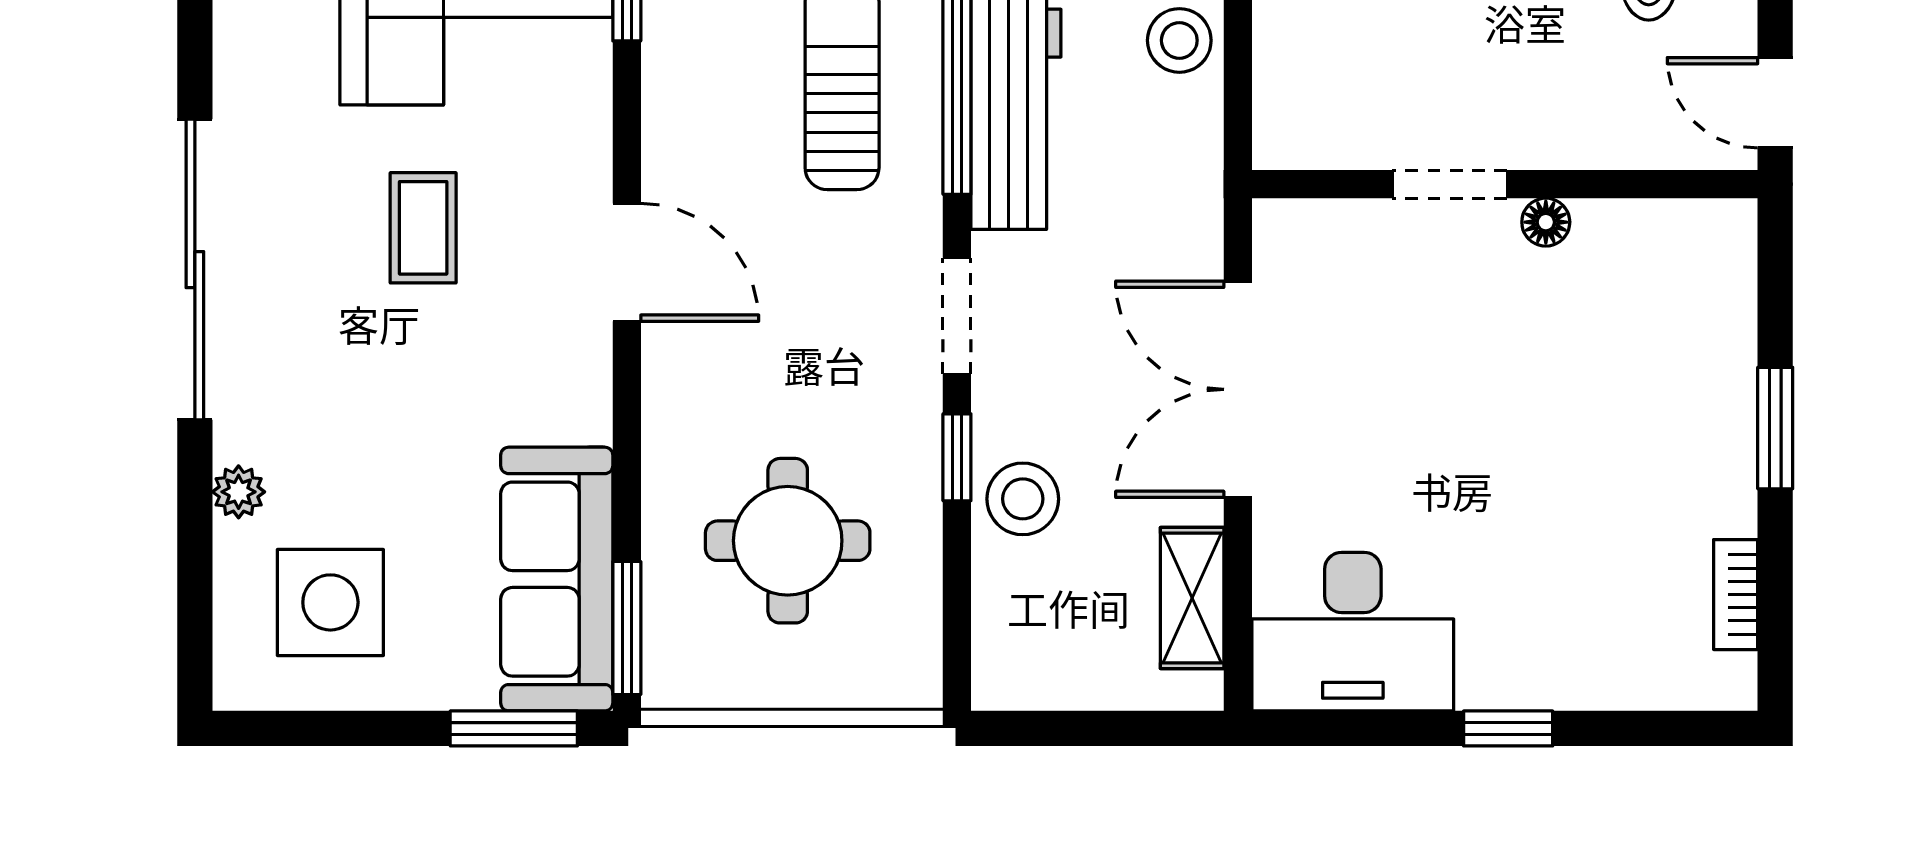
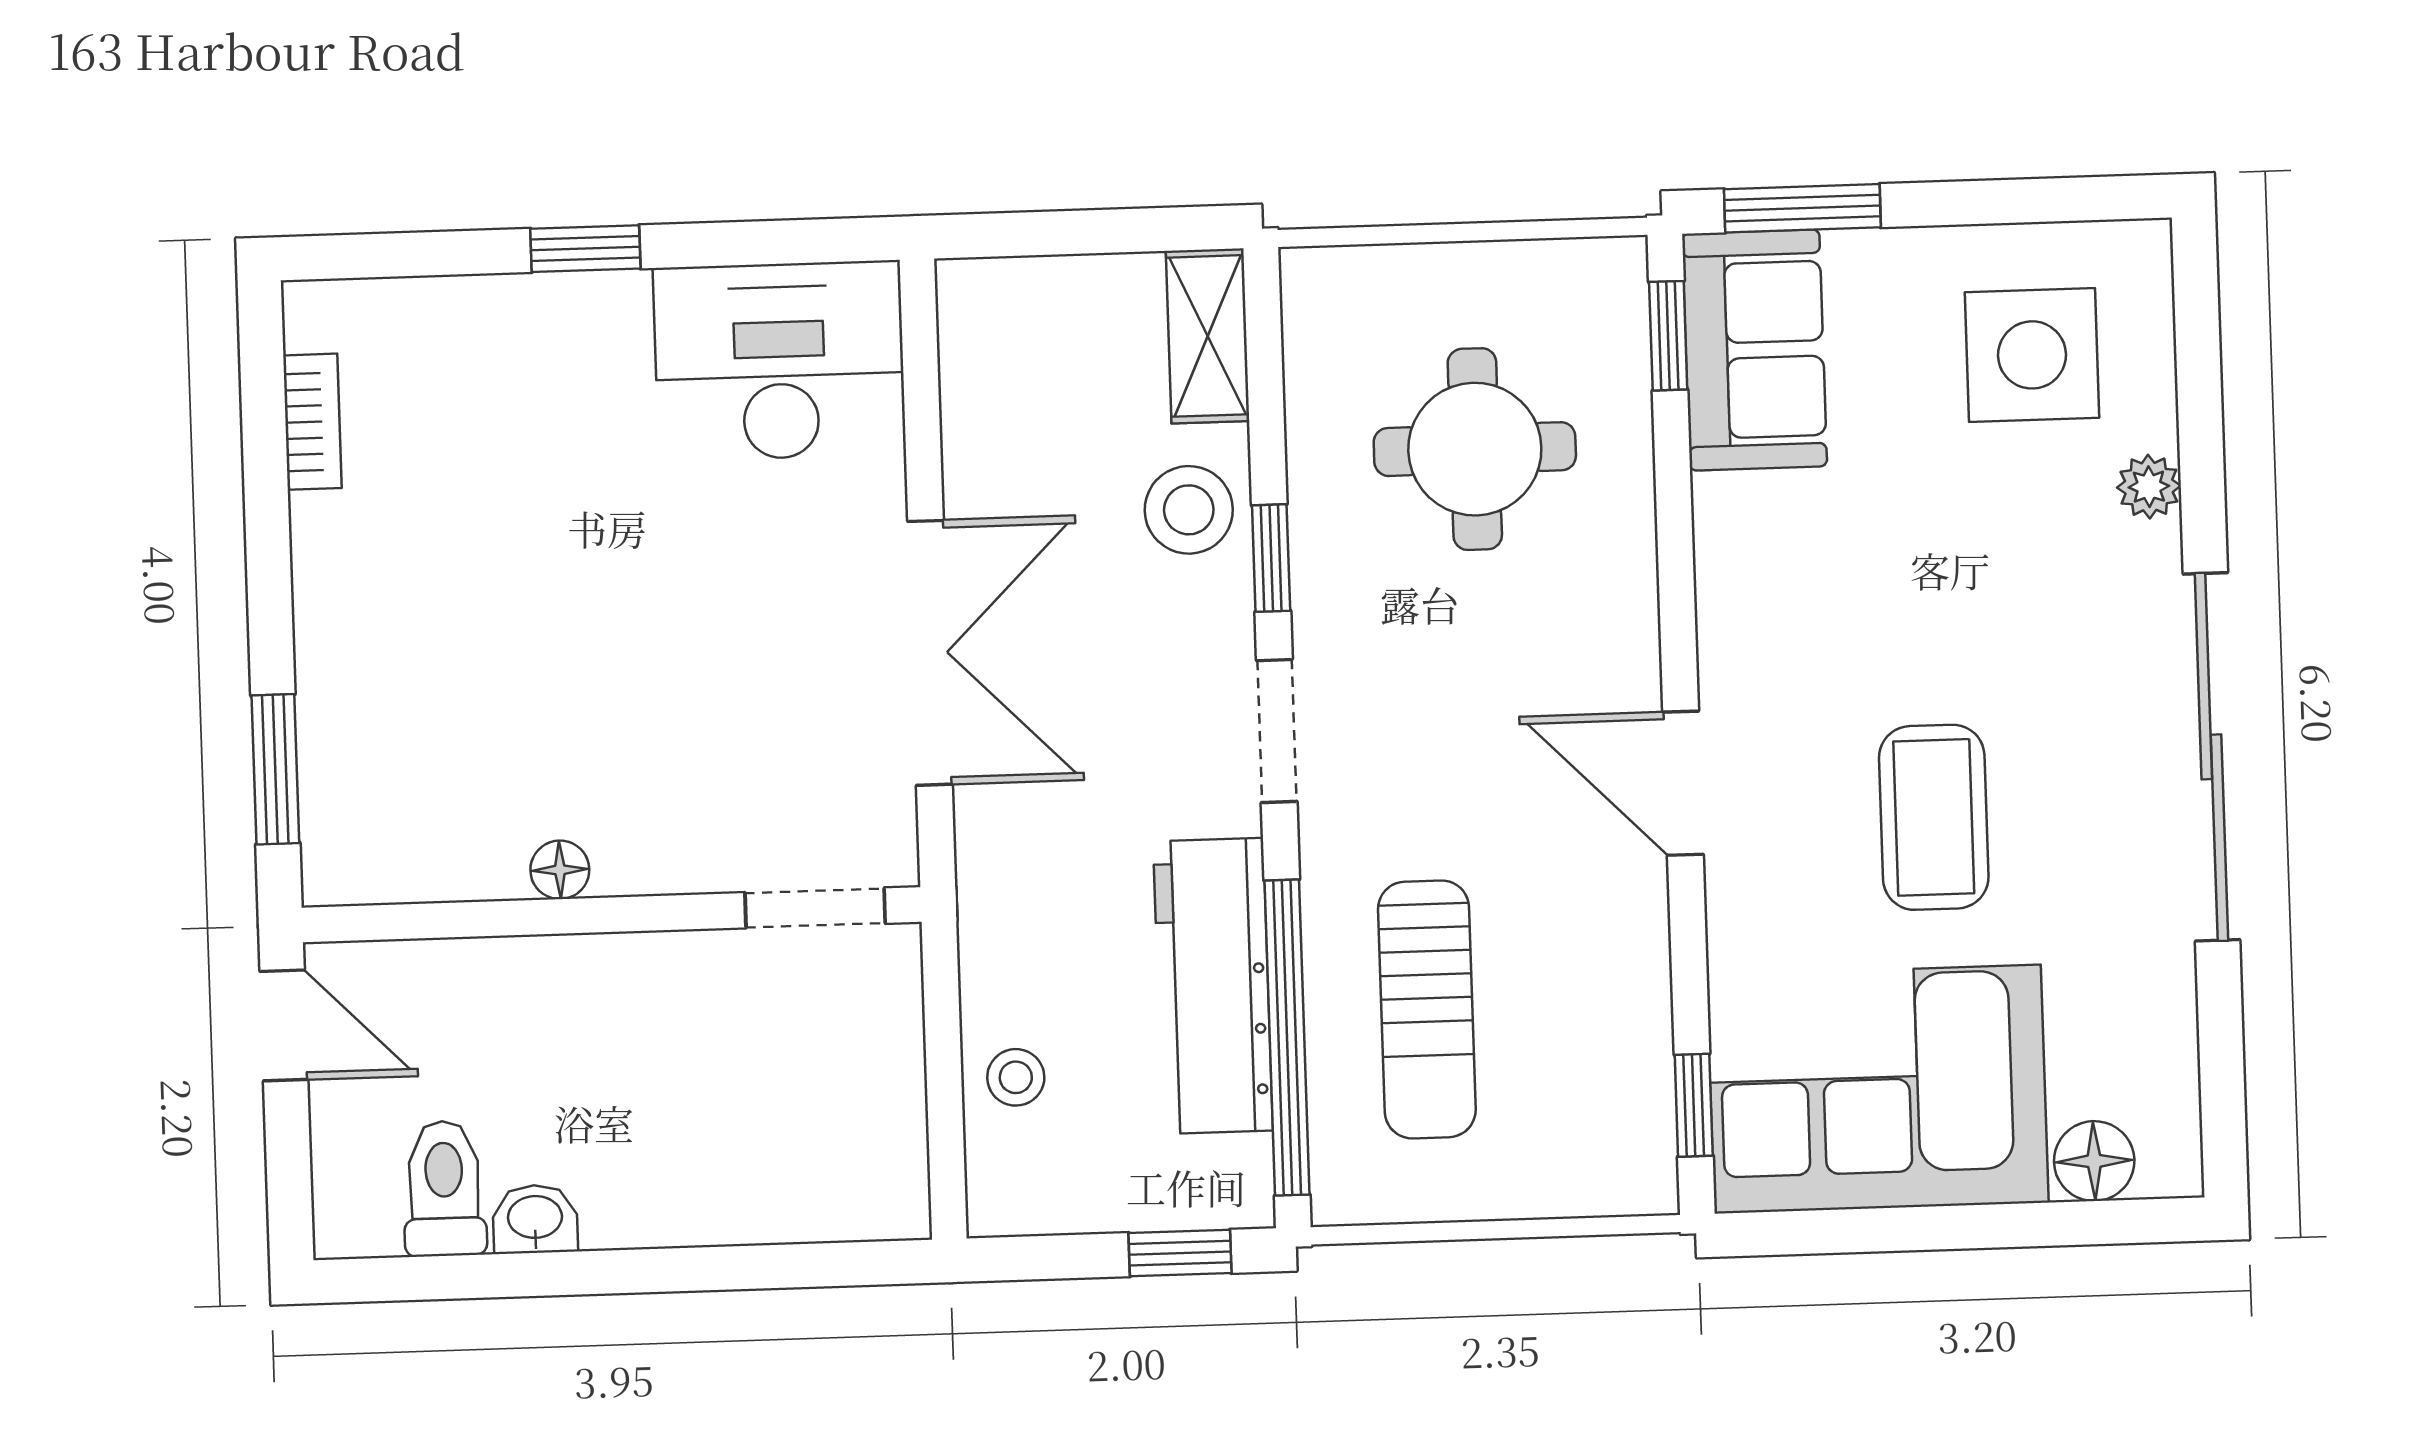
stool: (1179, 40) -> (1016, 1077), width x0.73, depth x0.73
doorway: (1450, 184) -> (815, 908), moved
coffee table: (423, 228) -> (1934, 817), width x1.36, depth x1.30
window: (1775, 428) -> (275, 769), moved
sofa: (557, 579) -> (1755, 350), width x0.73
shelving: (1192, 598) -> (1208, 336), moved
window: (627, 628) -> (1668, 336), width x0.67

